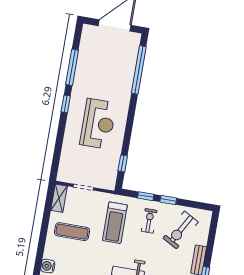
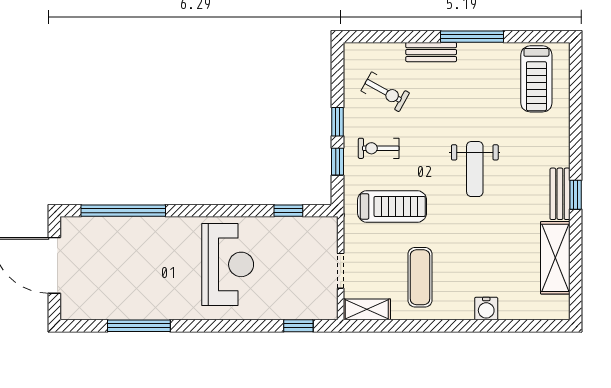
window: (66, 104) -> (298, 326), moved
reception desk: (98, 124) -> (228, 264), turned 90
exercise bike: (181, 230) -> (385, 92), width x0.73, depth x0.72

